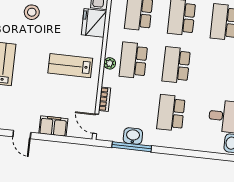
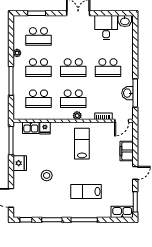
fridge: (94, 23) -> (45, 128), width x0.53, depth x0.75
lab bench: (70, 66) -> (82, 144), turned 180

